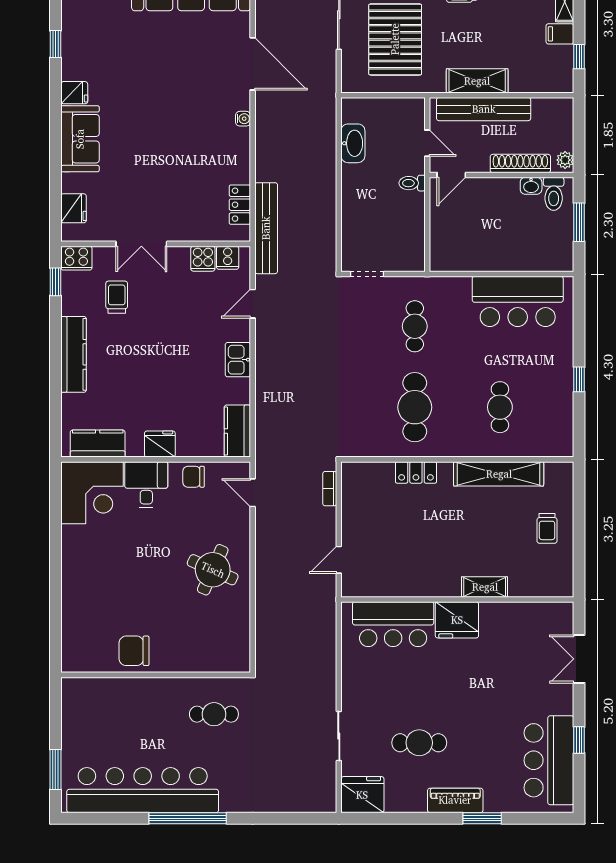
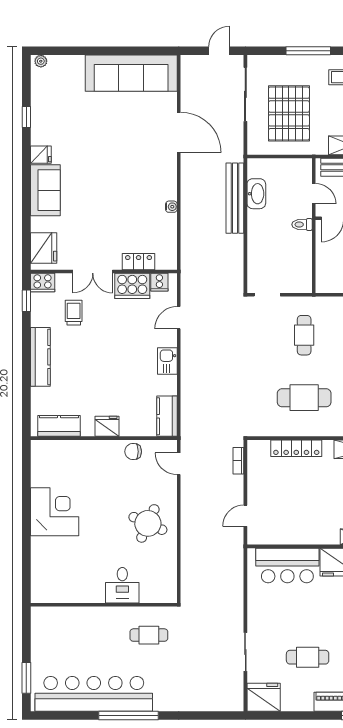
water cooler: (243, 119) -> (171, 207), moved
locker: (240, 205) -> (139, 262), moved, turned 90
fridge: (73, 208) -> (44, 248), width x1.36, depth x1.34
bench: (266, 228) -> (235, 198), moved
cooker: (203, 259) -> (132, 286), width x1.87, depth x1.31
cafe table: (415, 407) -> (304, 398), turned 90
locker: (416, 472) -> (296, 448), width x1.53
desk: (146, 485) -> (122, 585), moved, turned 180
corner desk: (92, 493) -> (55, 512), moved, turned -90
chair: (134, 651) -> (87, 586), removed

